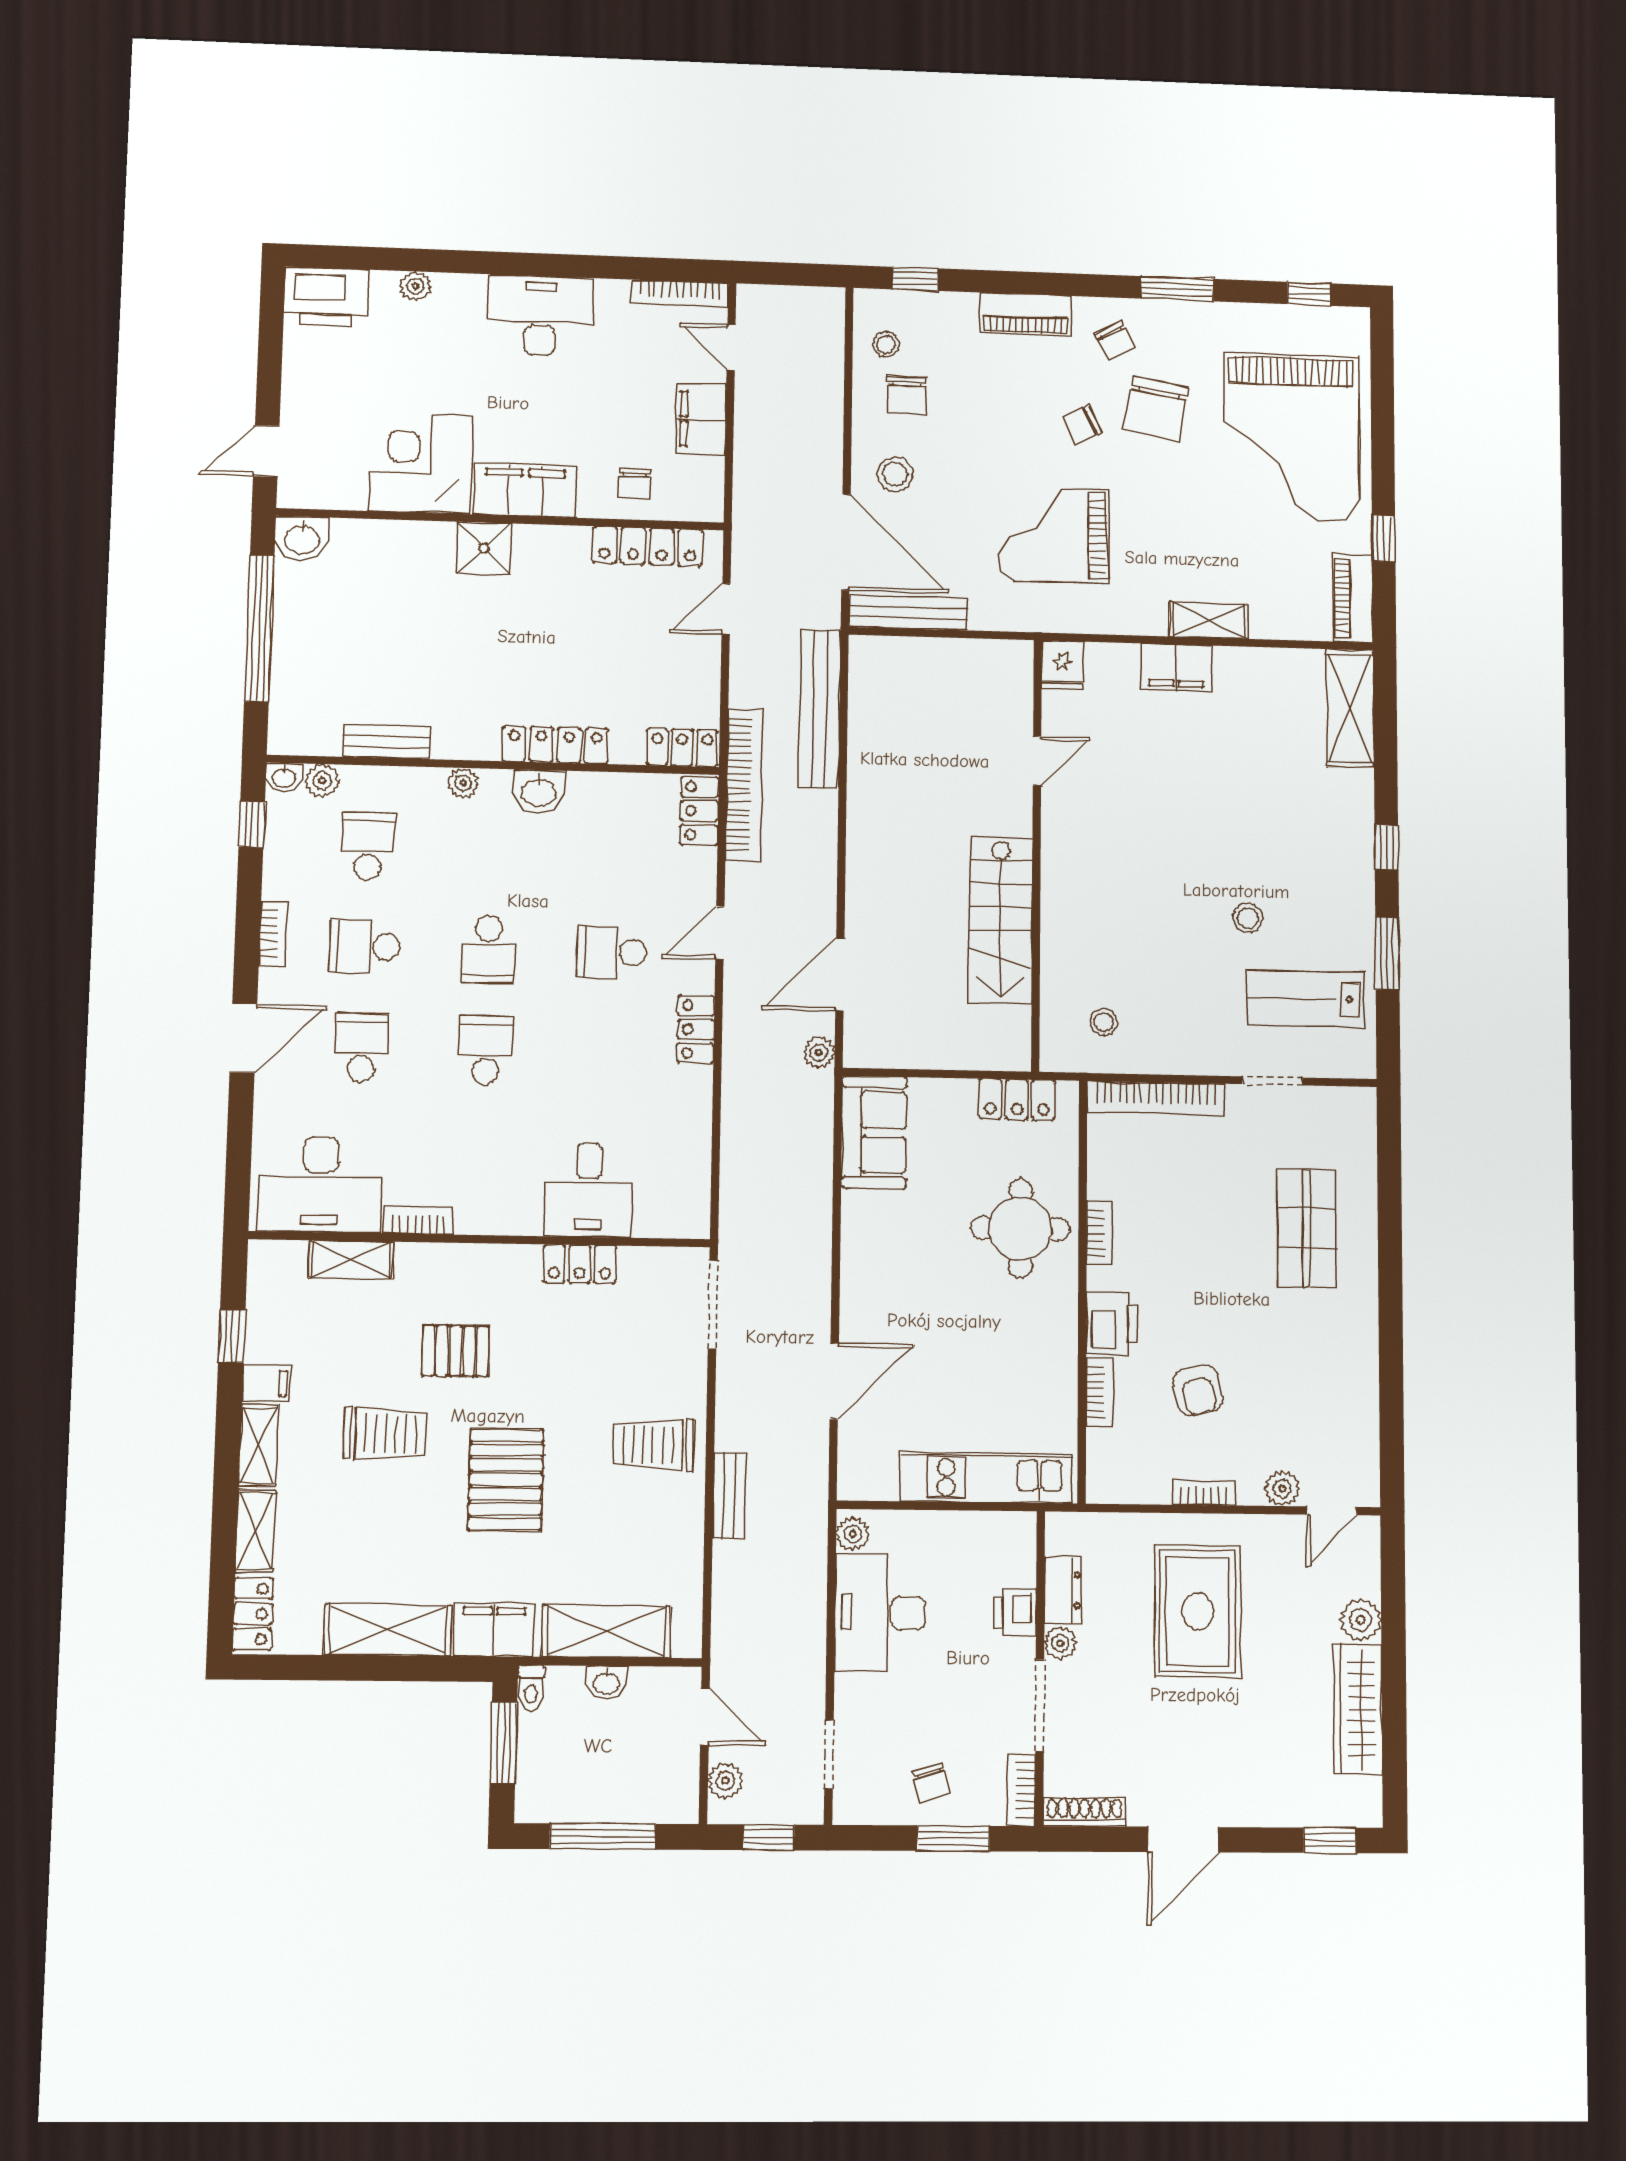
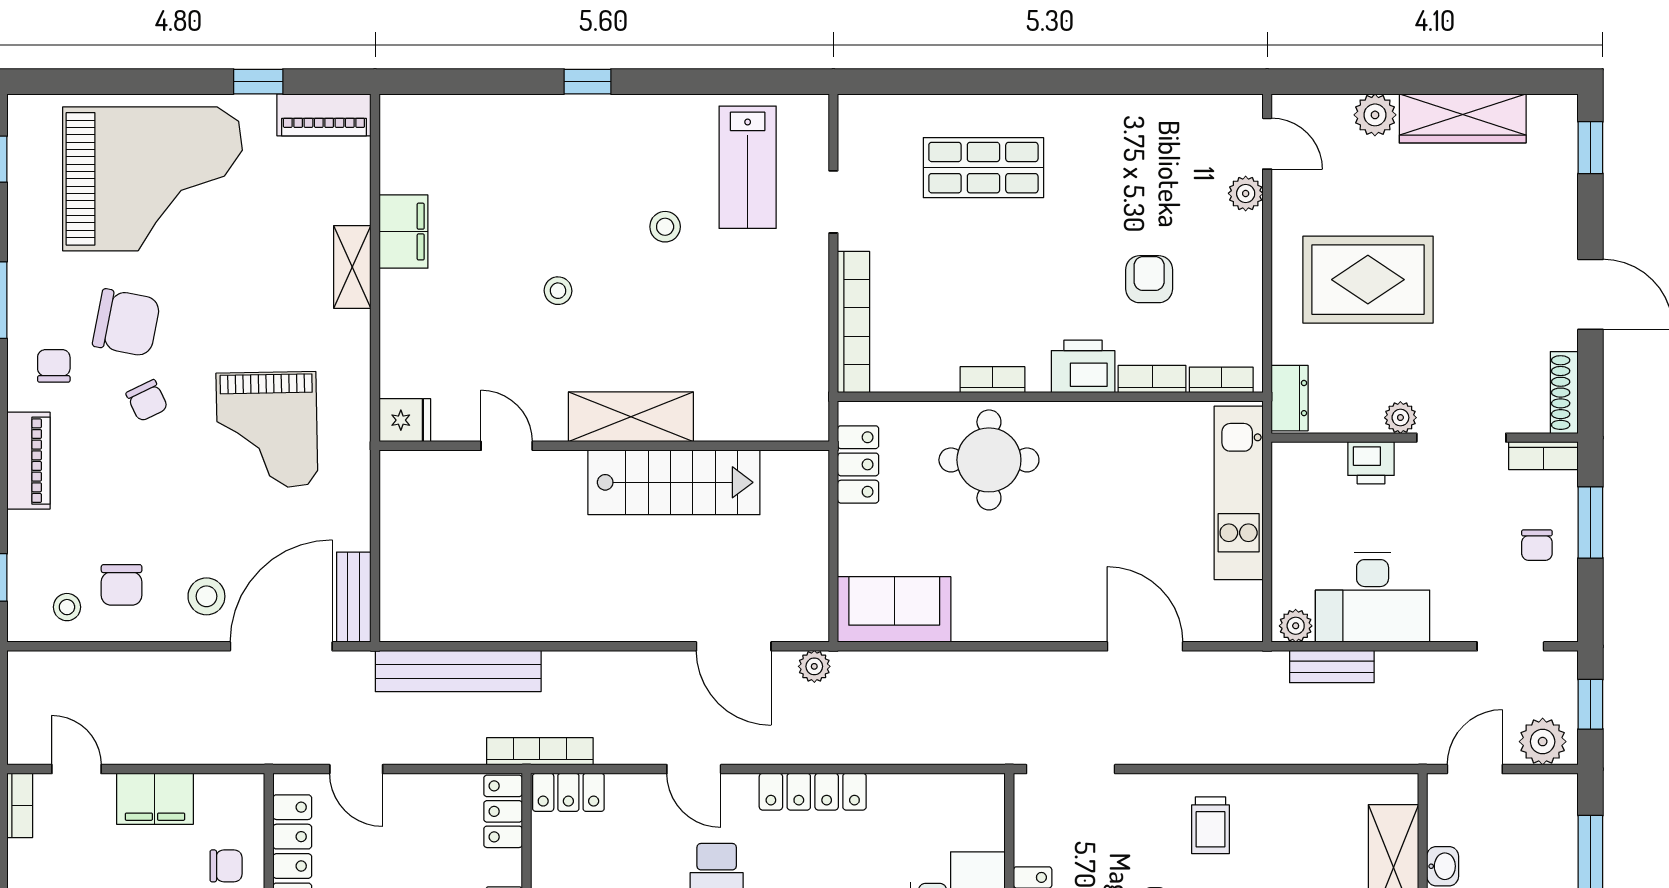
bookcase: (680, 293) -> (20, 805), width x0.64
chair: (1115, 341) -> (54, 366), turned -62
door: (731, 348) -> (77, 769), swing flipped
chair: (907, 396) -> (122, 585), turned 90
bench: (908, 612) -> (354, 597), width x0.73
filing cabinet: (1176, 667) -> (404, 232), moved
shelving: (1350, 708) -> (631, 417), moved
bookcase: (744, 785) -> (540, 751), width x0.68, depth x0.76
window: (1387, 954) -> (699, 82), removed
stool: (1103, 1022) -> (558, 291), moved
locker: (696, 1029) -> (813, 792), width x1.53
armchair: (1198, 1391) -> (1149, 279), turned -76
trolley: (653, 1445) -> (1211, 825), width x0.73, depth x0.72
bookcase: (1204, 1492) -> (1221, 380), moved, turned 90
bench: (730, 1496) -> (1332, 667), moved
dresser: (1063, 1590) -> (1290, 398), moved, turned 90
plant: (725, 1781) -> (1543, 742), width x1.38, depth x1.38
chair: (931, 1783) -> (1537, 545), turned 105

